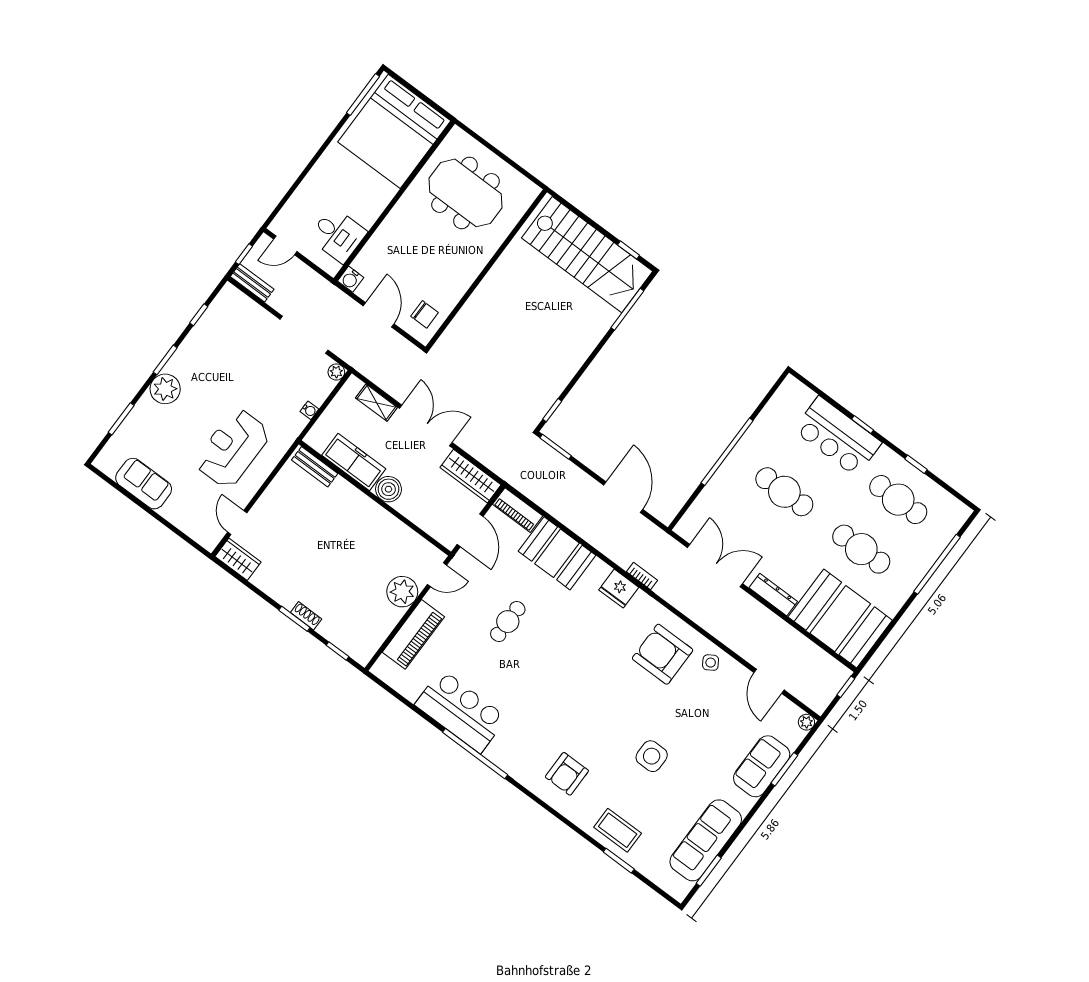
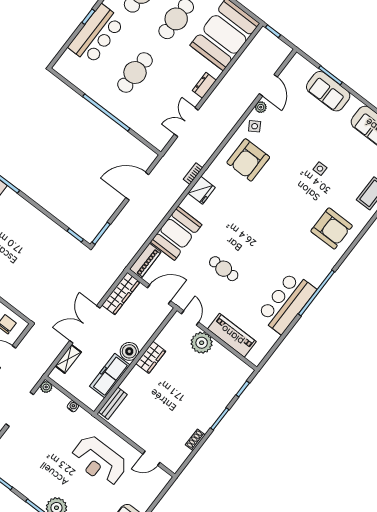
wardrobe: (238, 559) -> (151, 357), moved, turned 180
double door: (715, 566) -> (186, 122), width x0.73
dresser: (773, 595) -> (204, 85), width x0.70
shoe rack: (306, 616) -> (195, 440), moved
door: (769, 681) -> (268, 85), hinge flipped
plant: (806, 722) -> (261, 107), moved
side table: (652, 756) -> (320, 169), width x0.54, depth x0.54
armchair: (567, 774) -> (332, 228), width x1.36, depth x1.36

